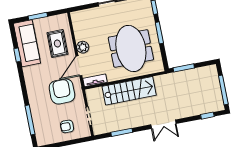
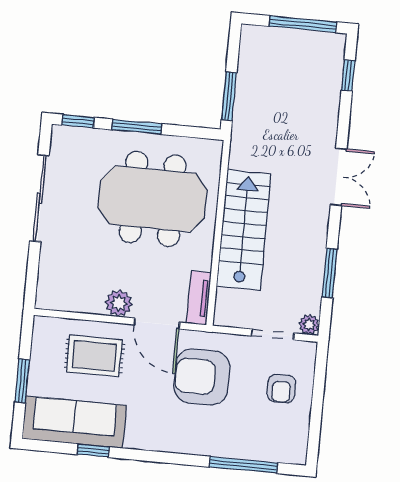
plant: (97, 130) -> (309, 325), added

